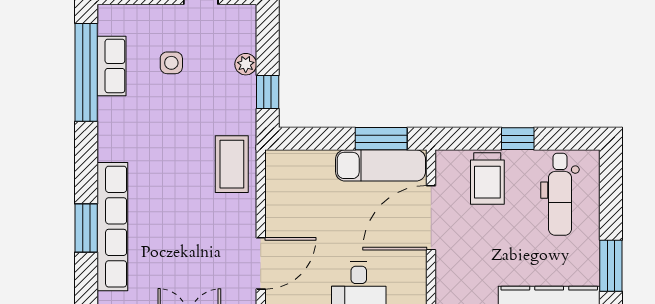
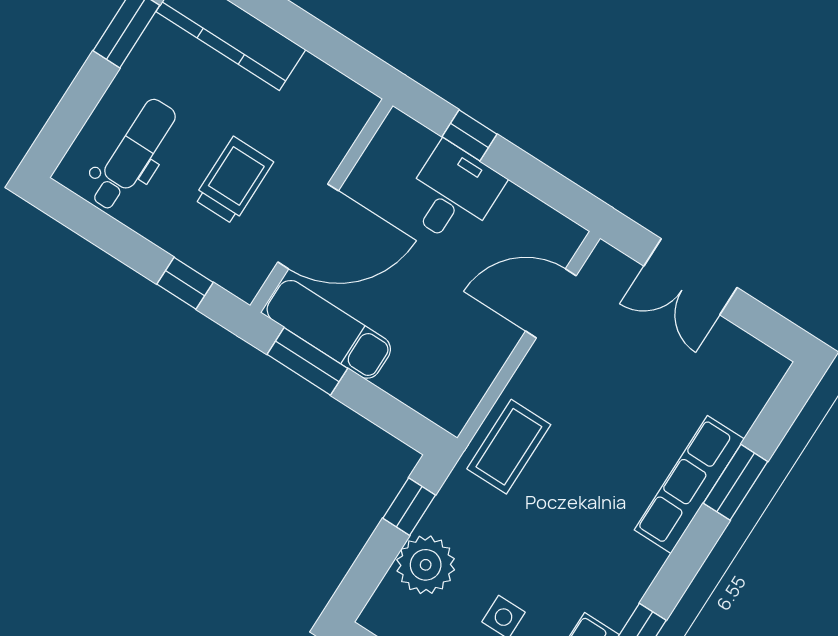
plant: (246, 64) -> (426, 565), width x1.88, depth x1.88
window: (518, 139) -> (185, 283), moved
trolley: (487, 178) -> (233, 180), moved
row of seats: (112, 227) -> (689, 484), width x0.73

